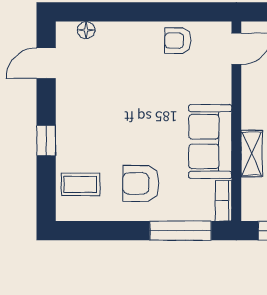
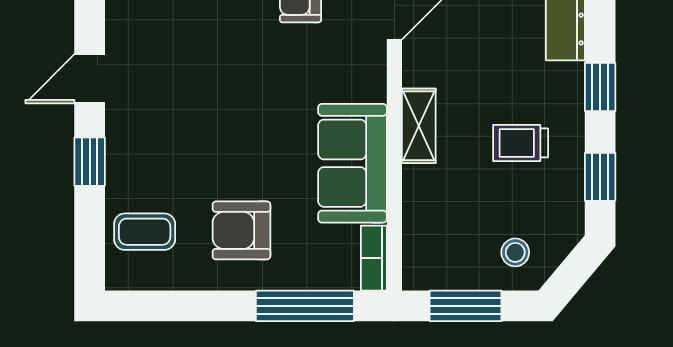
door: (46, 63) -> (90, 79), moved
shelving: (252, 154) -> (419, 126), moved

